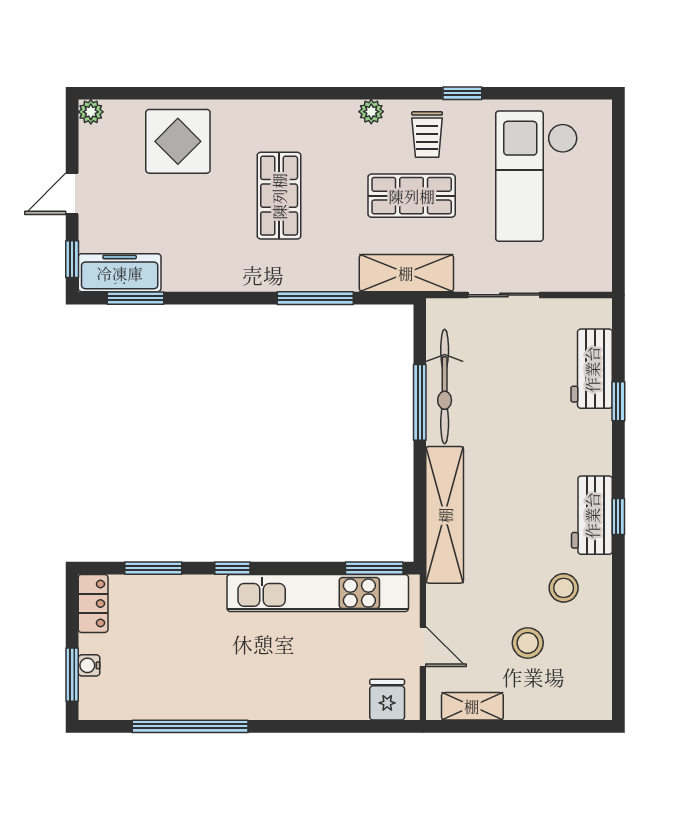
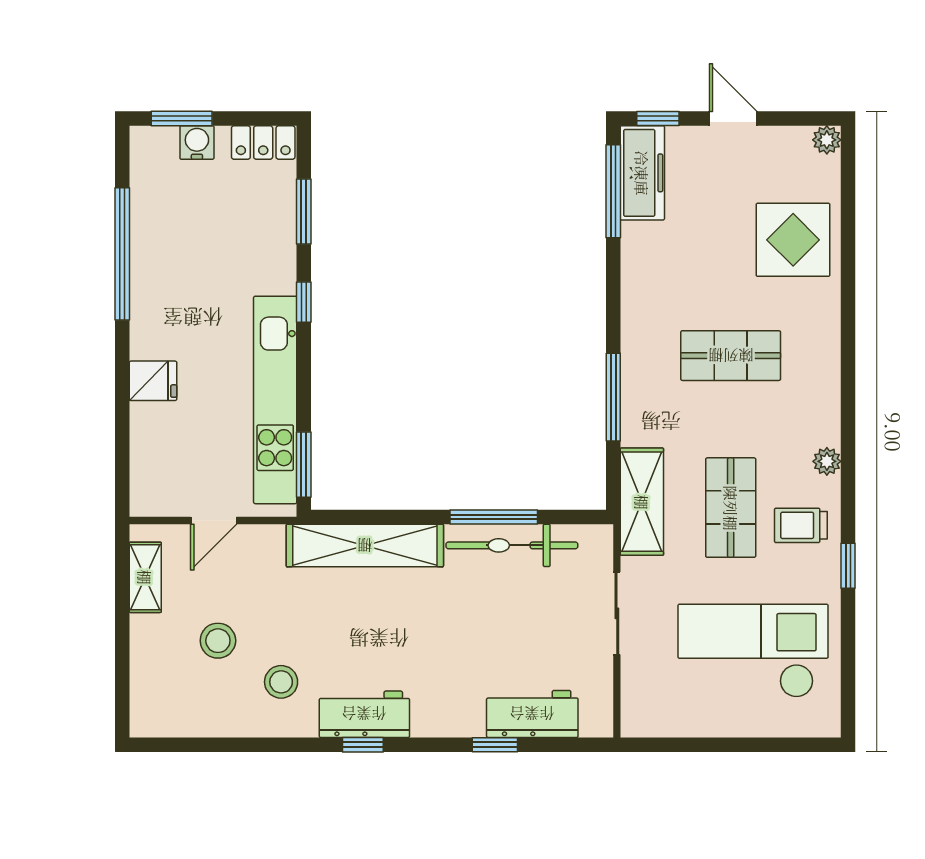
window: (136, 298) -> (613, 191), width x1.44
water cooler: (89, 665) -> (197, 143), width x1.38, depth x1.38
fridge: (387, 700) -> (153, 381), moved

